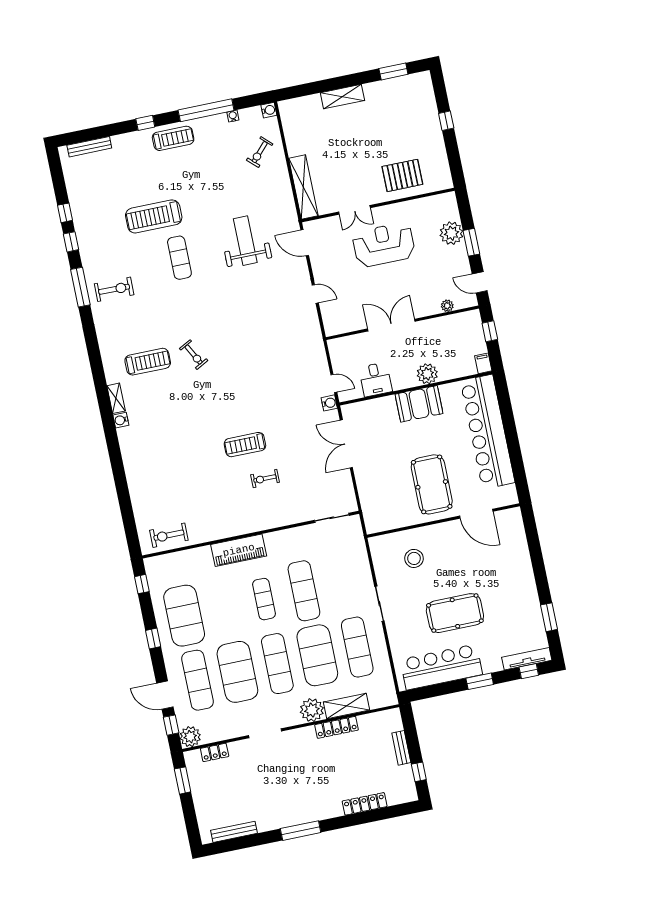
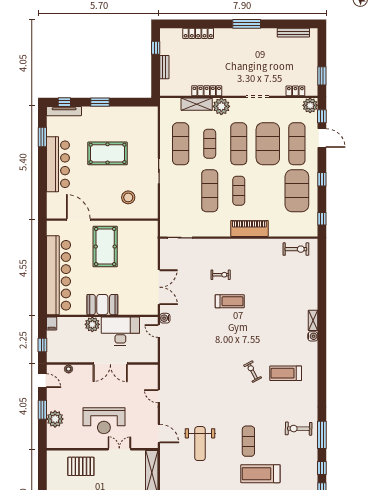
treadmill: (154, 216) -> (260, 474), turned 180
desk: (375, 379) -> (120, 331), width x1.87, depth x1.30
shelving: (116, 398) -> (313, 320), moved
exercise mat: (317, 655) -> (210, 144), width x0.50, depth x0.69
bar counter: (441, 667) -> (58, 164), moved, turned -90

